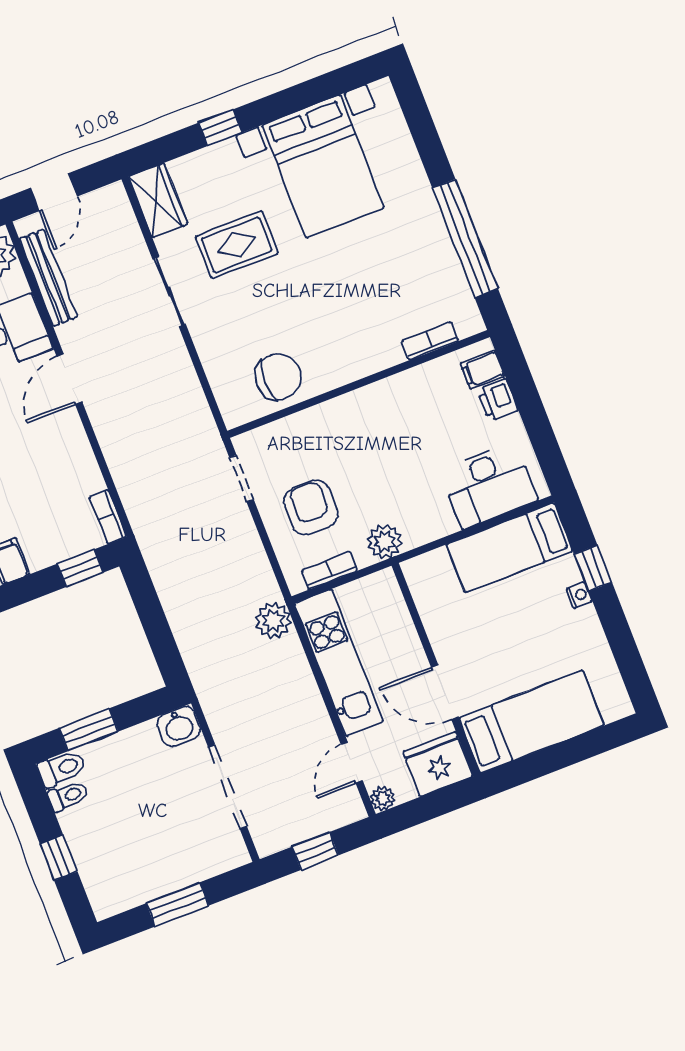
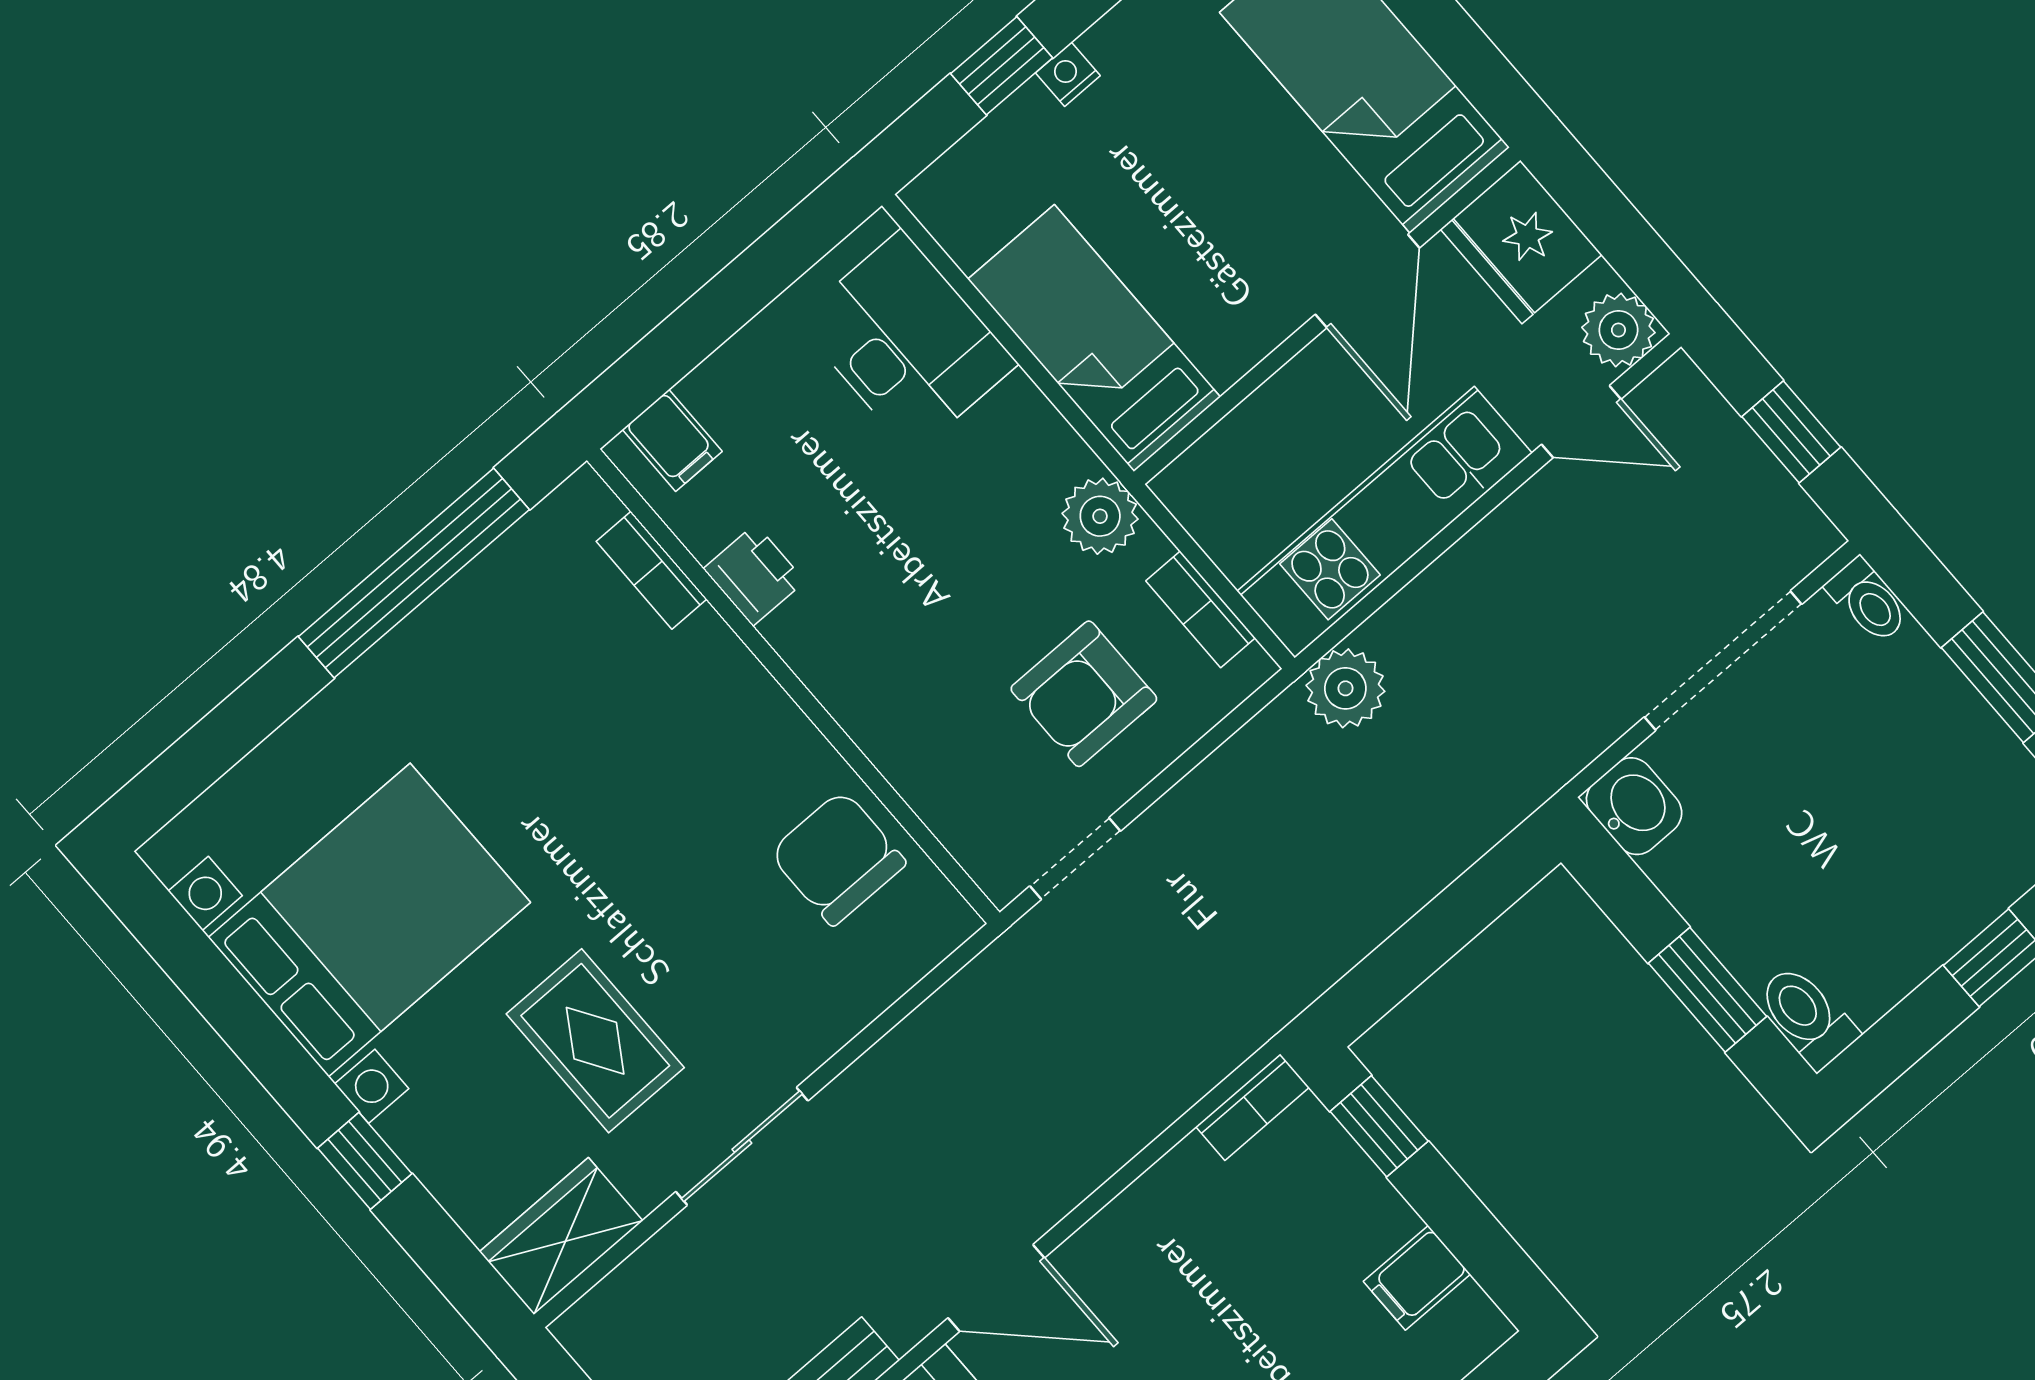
printer: (497, 400) -> (754, 575), moved, turned -90
bed: (510, 548) -> (1094, 338), moved, turned 180
toilet: (68, 796) -> (1868, 601), moved, turned 180
plant: (383, 798) -> (1618, 330), width x1.38, depth x1.38

